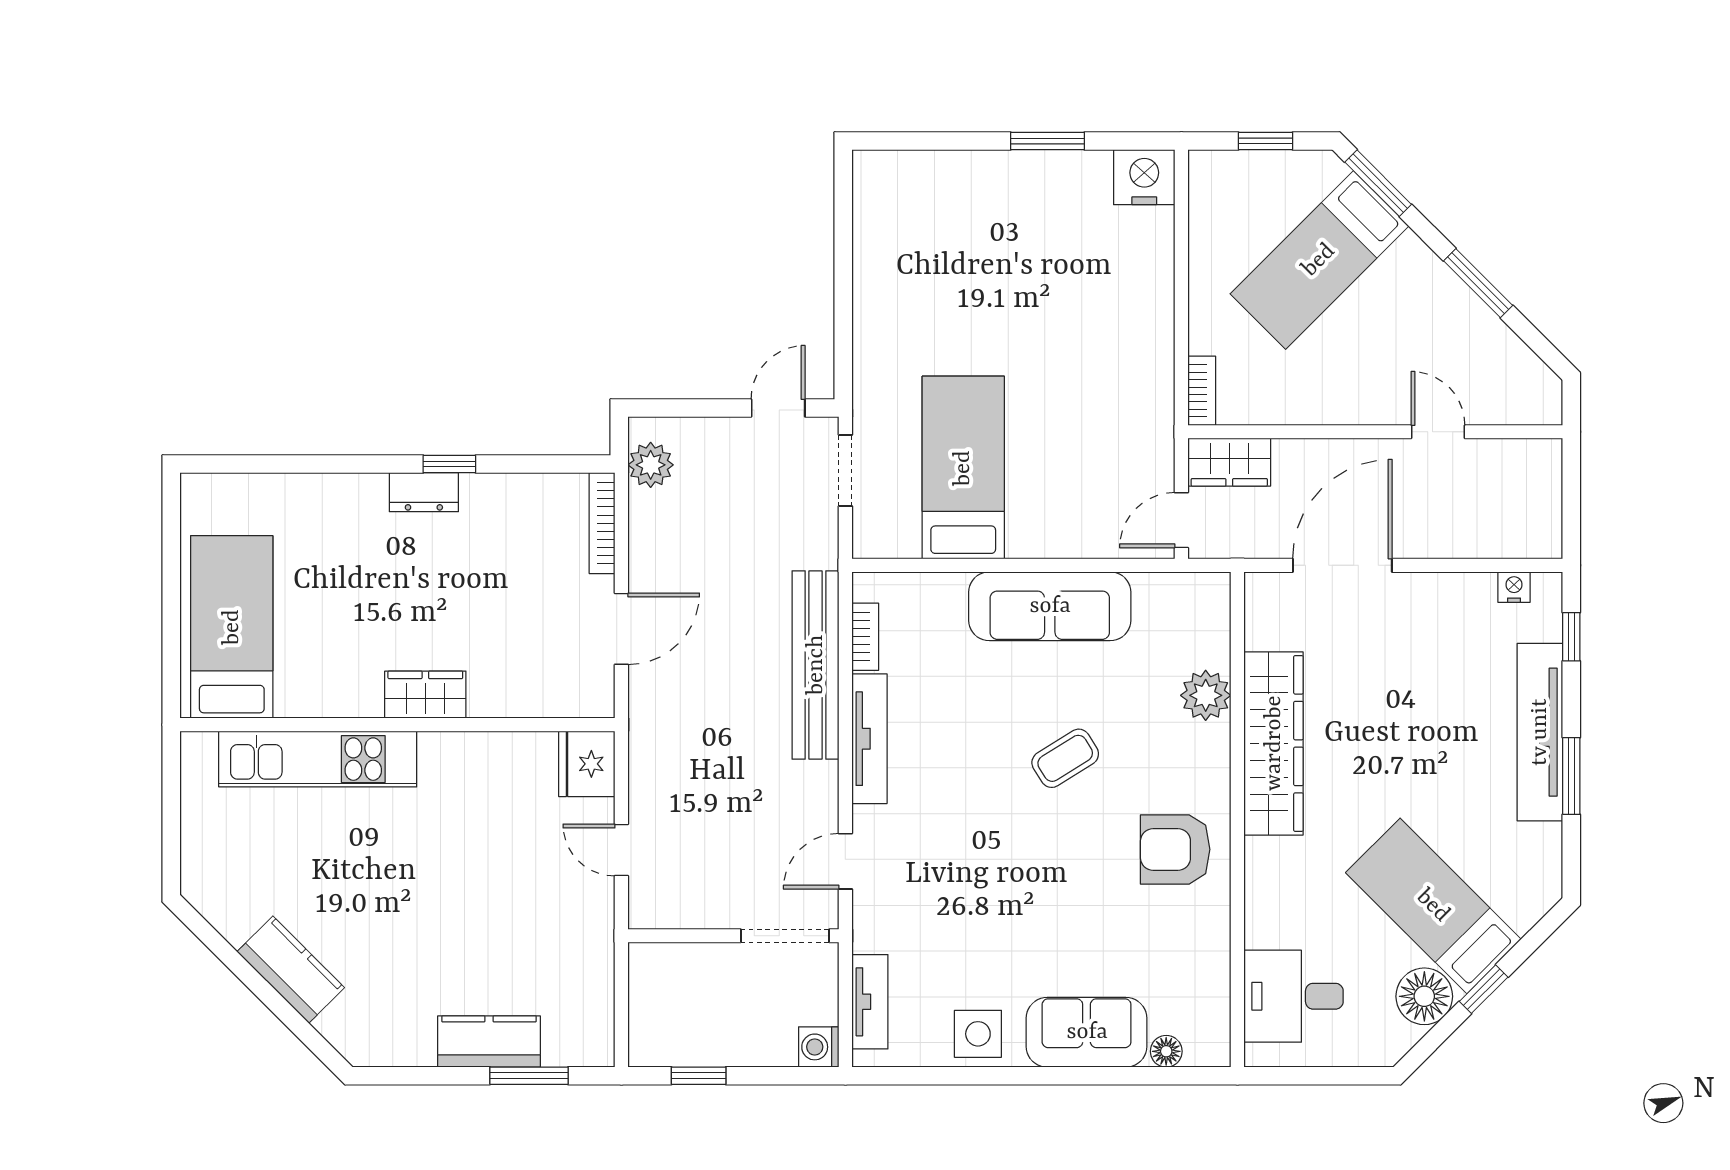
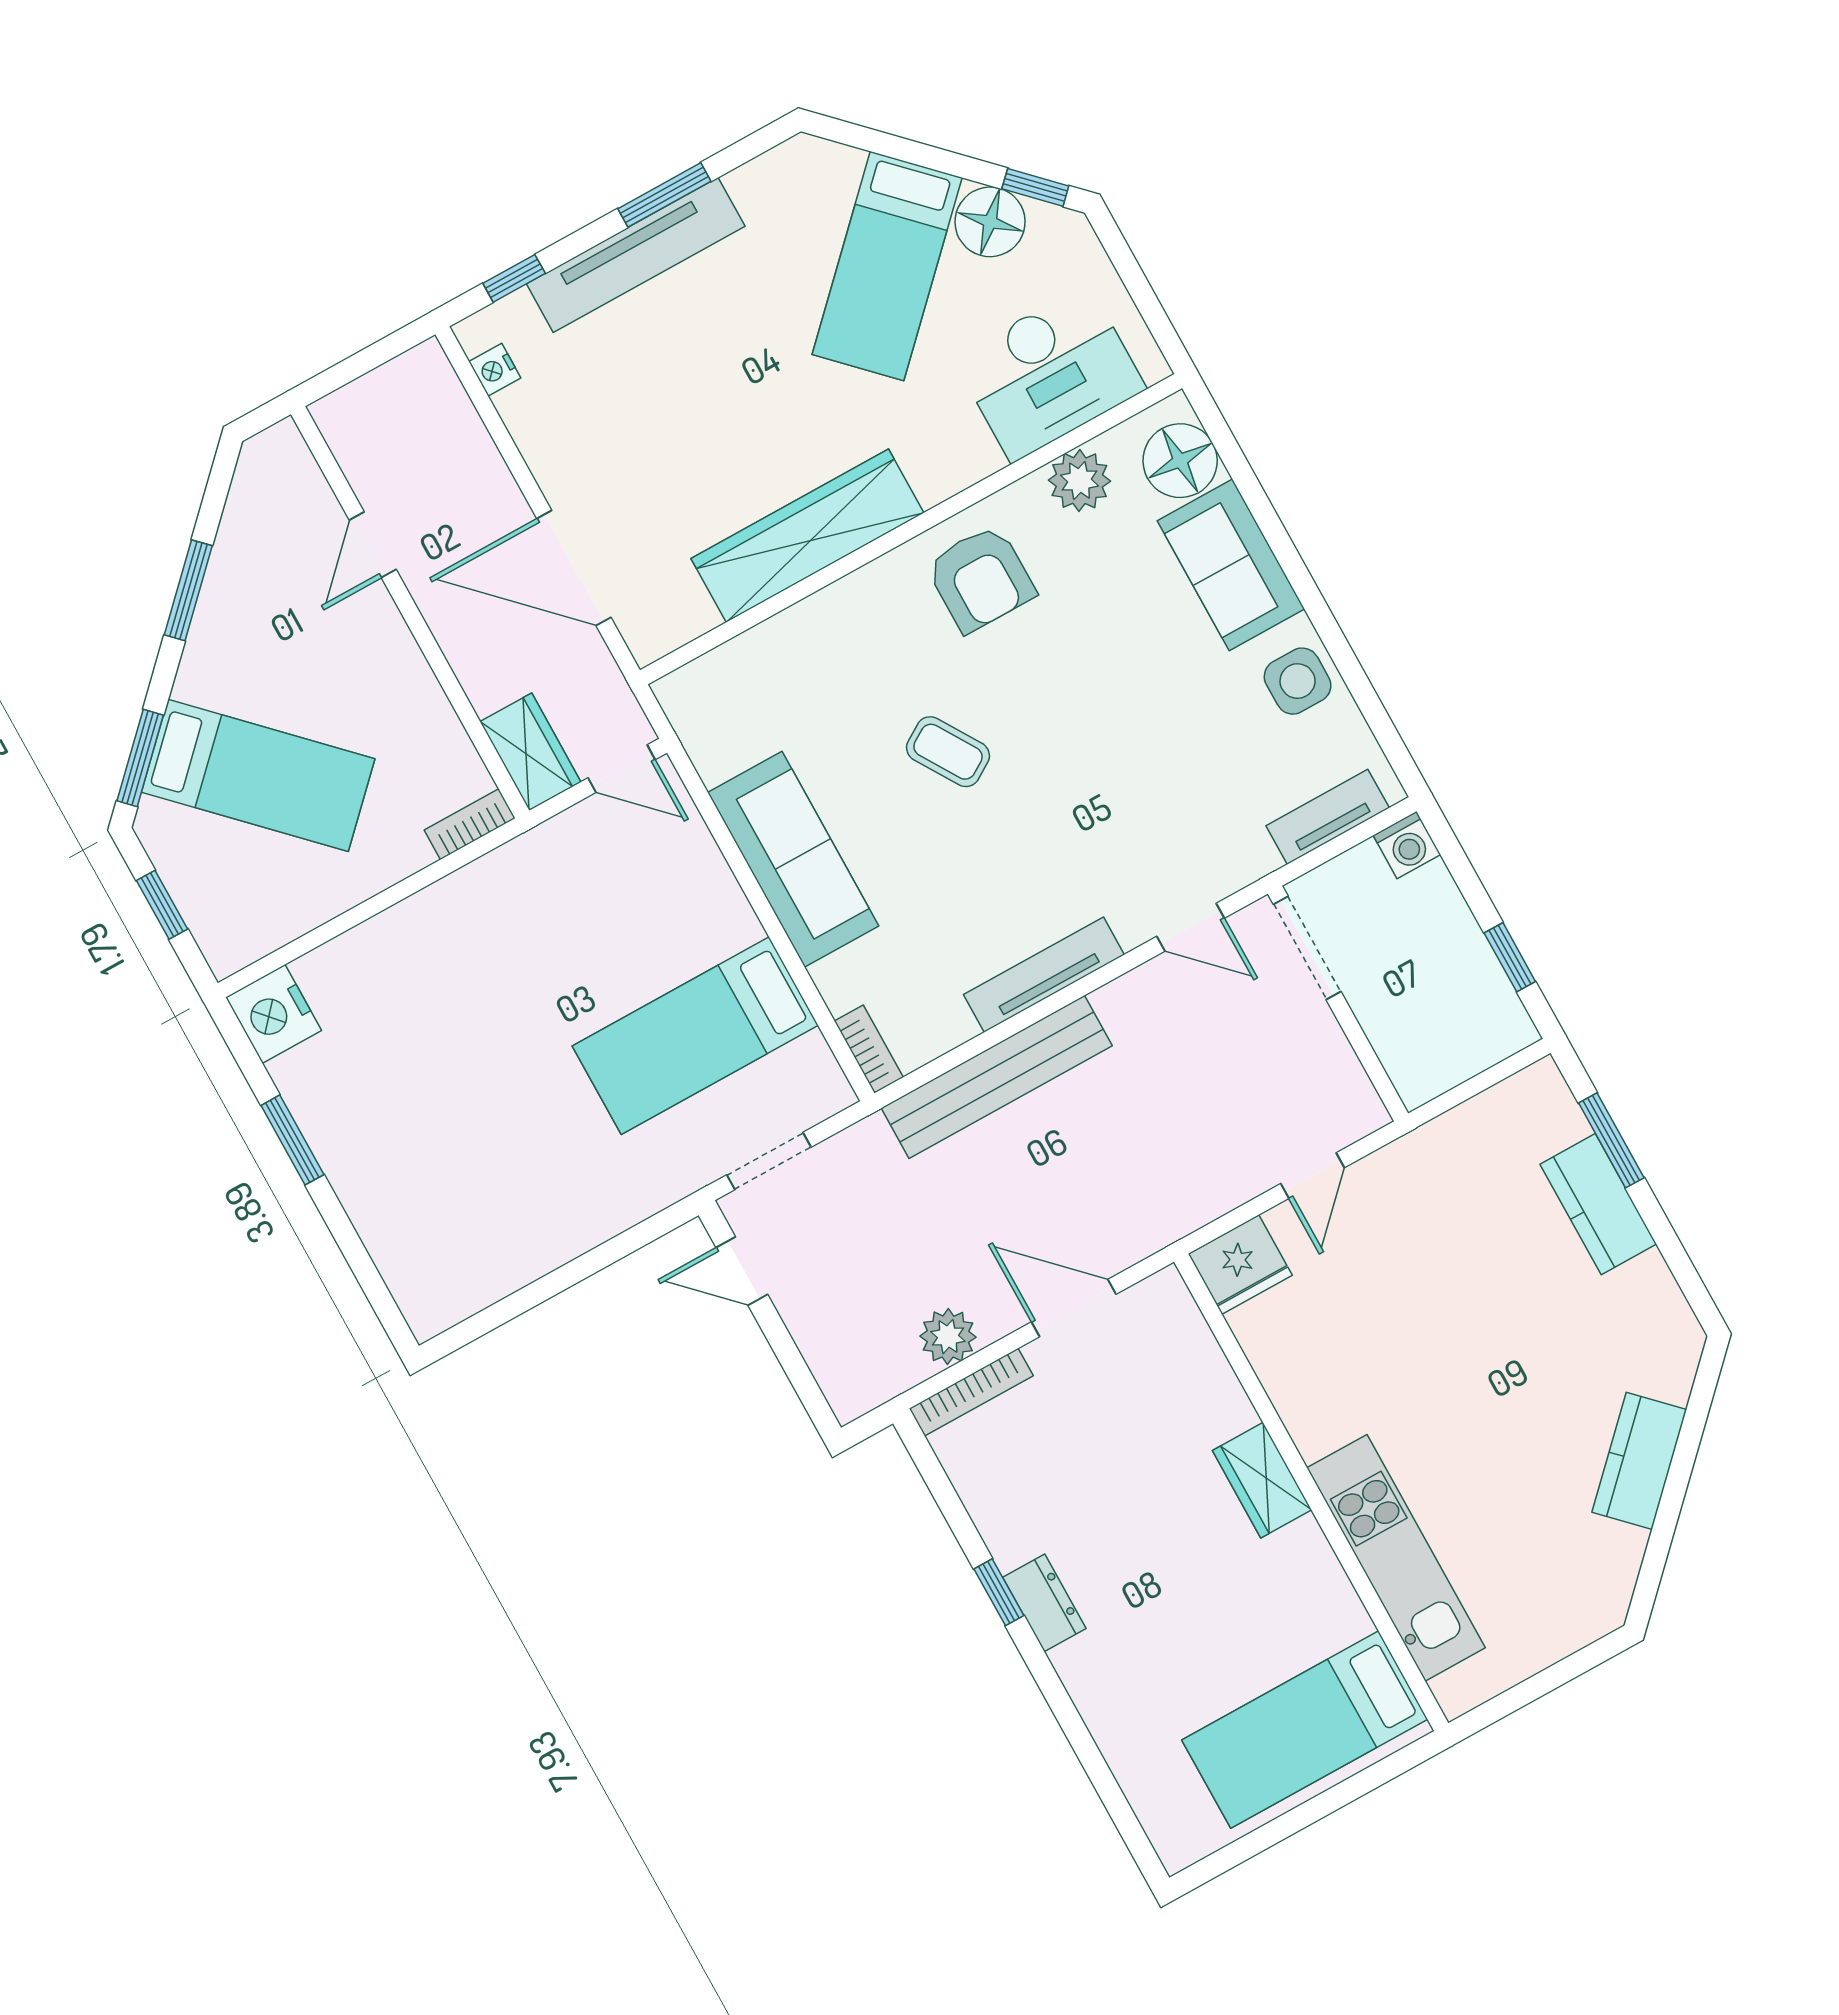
plant: (651, 465) -> (948, 1337), moved
bookcase: (865, 637) -> (869, 1049), moved, turned 90
plant: (1206, 695) -> (1079, 481), moved
window: (1484, 989) -> (1035, 187), moved
desk: (1294, 996) -> (1050, 373), width x1.37
floor lamp: (1166, 1051) -> (1180, 461), width x1.89, depth x1.89

